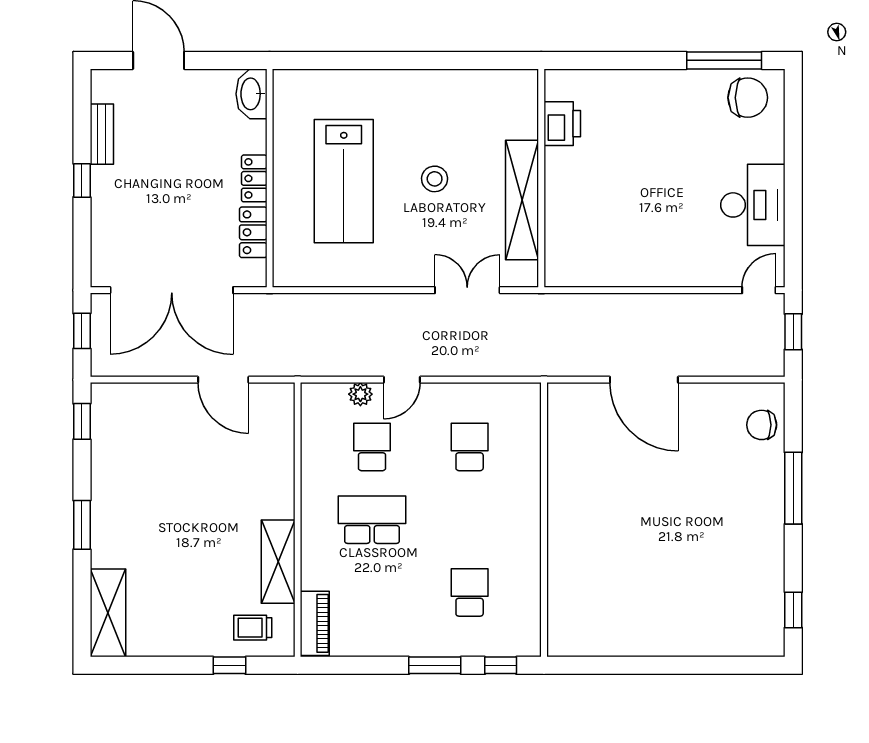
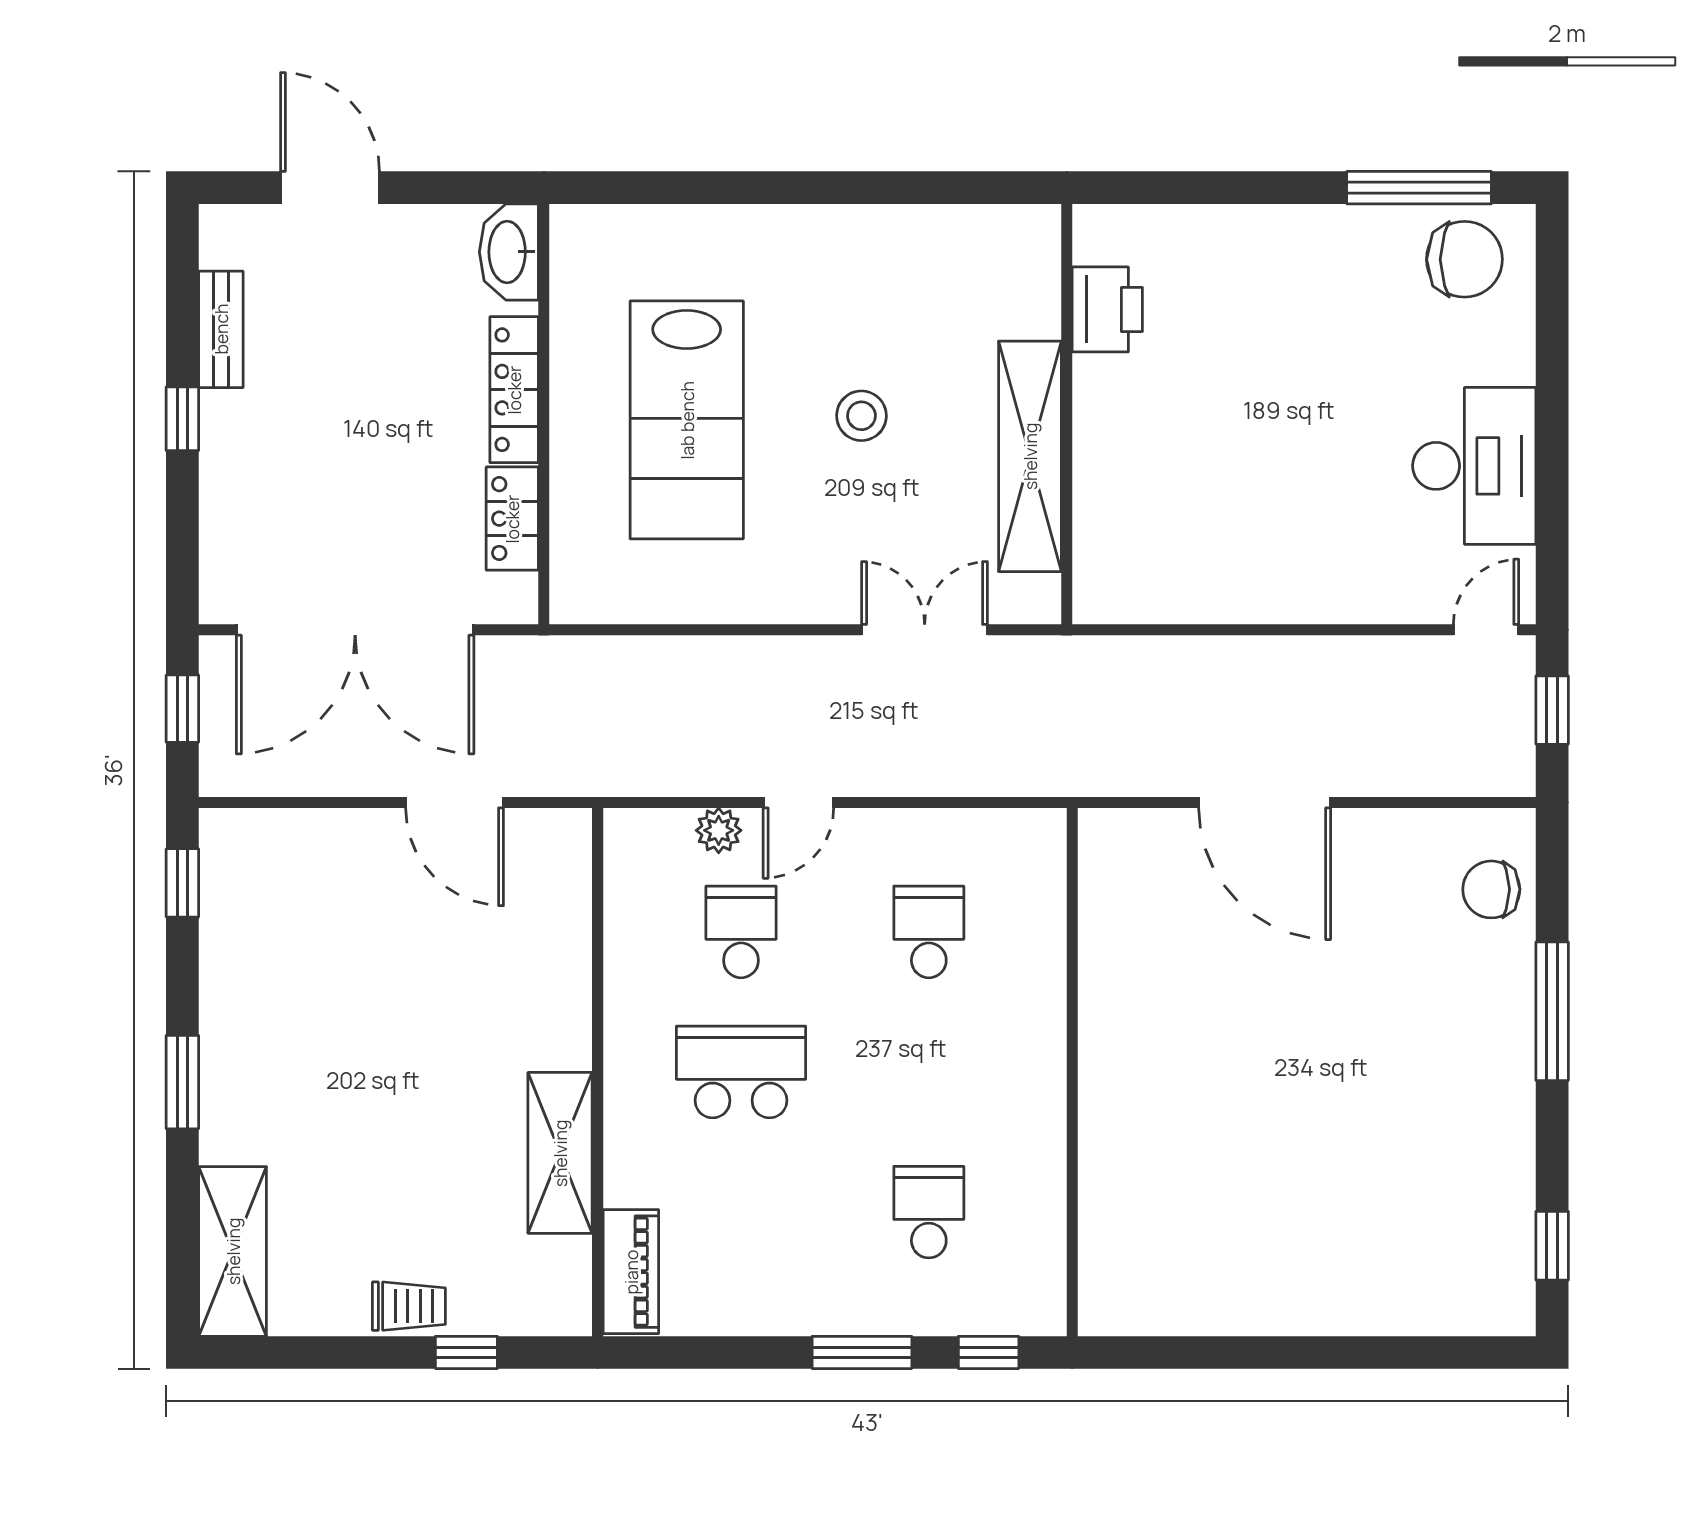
locker: (254, 178) -> (514, 390), width x1.53
trolley: (253, 628) -> (409, 1306), moved, turned 180

